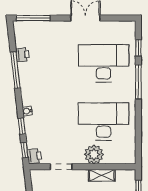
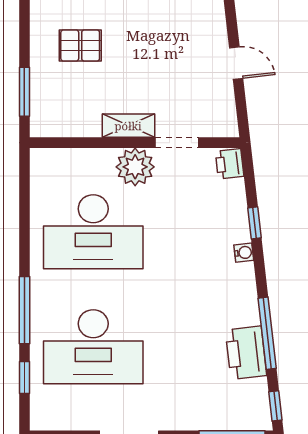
printer: (22, 55) -> (246, 353), width x1.87, depth x1.48
window: (25, 150) -> (275, 406), moved
plant: (94, 154) -> (135, 167), moved
shelving: (102, 175) -> (128, 126), moved

